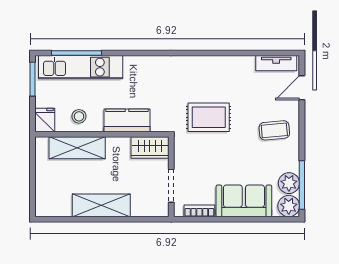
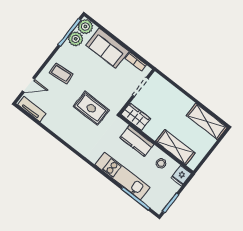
kitchen unit: (81, 67) -> (122, 176), moved
shelving: (101, 205) -> (207, 122), moved

